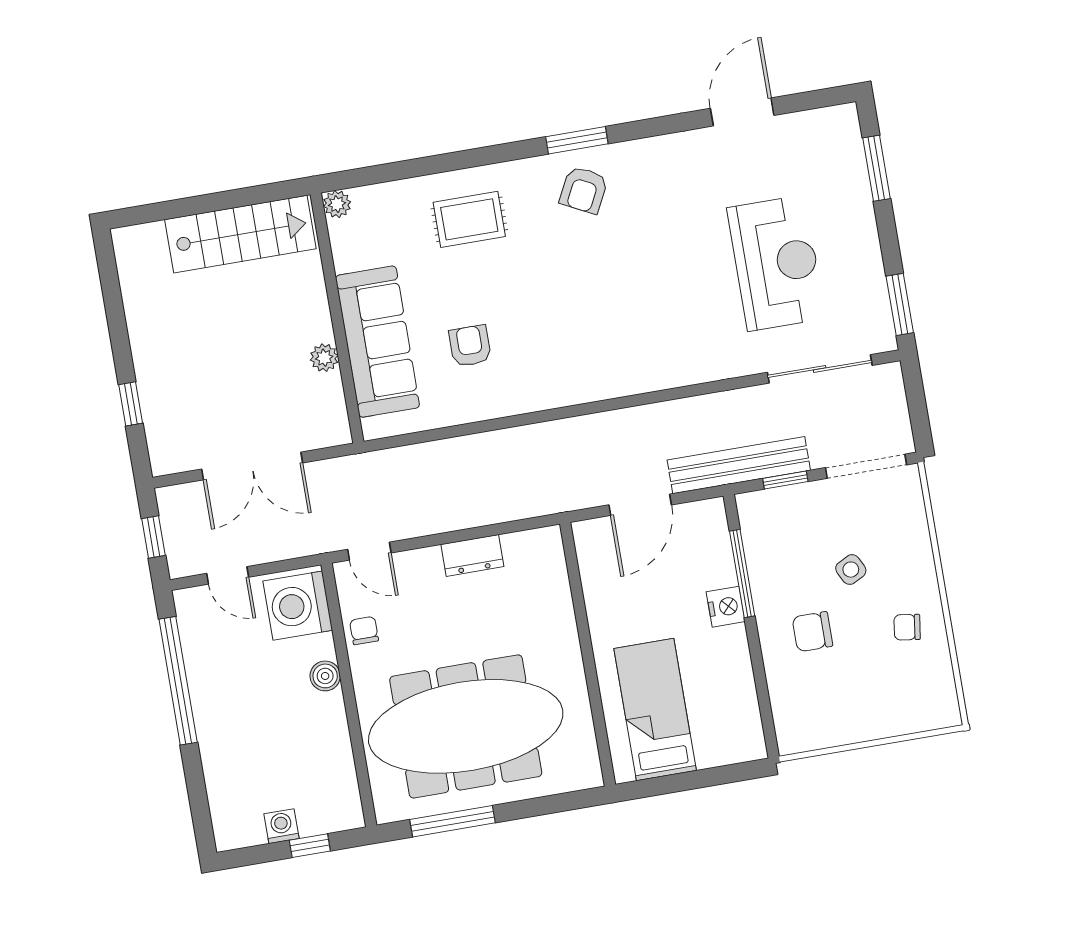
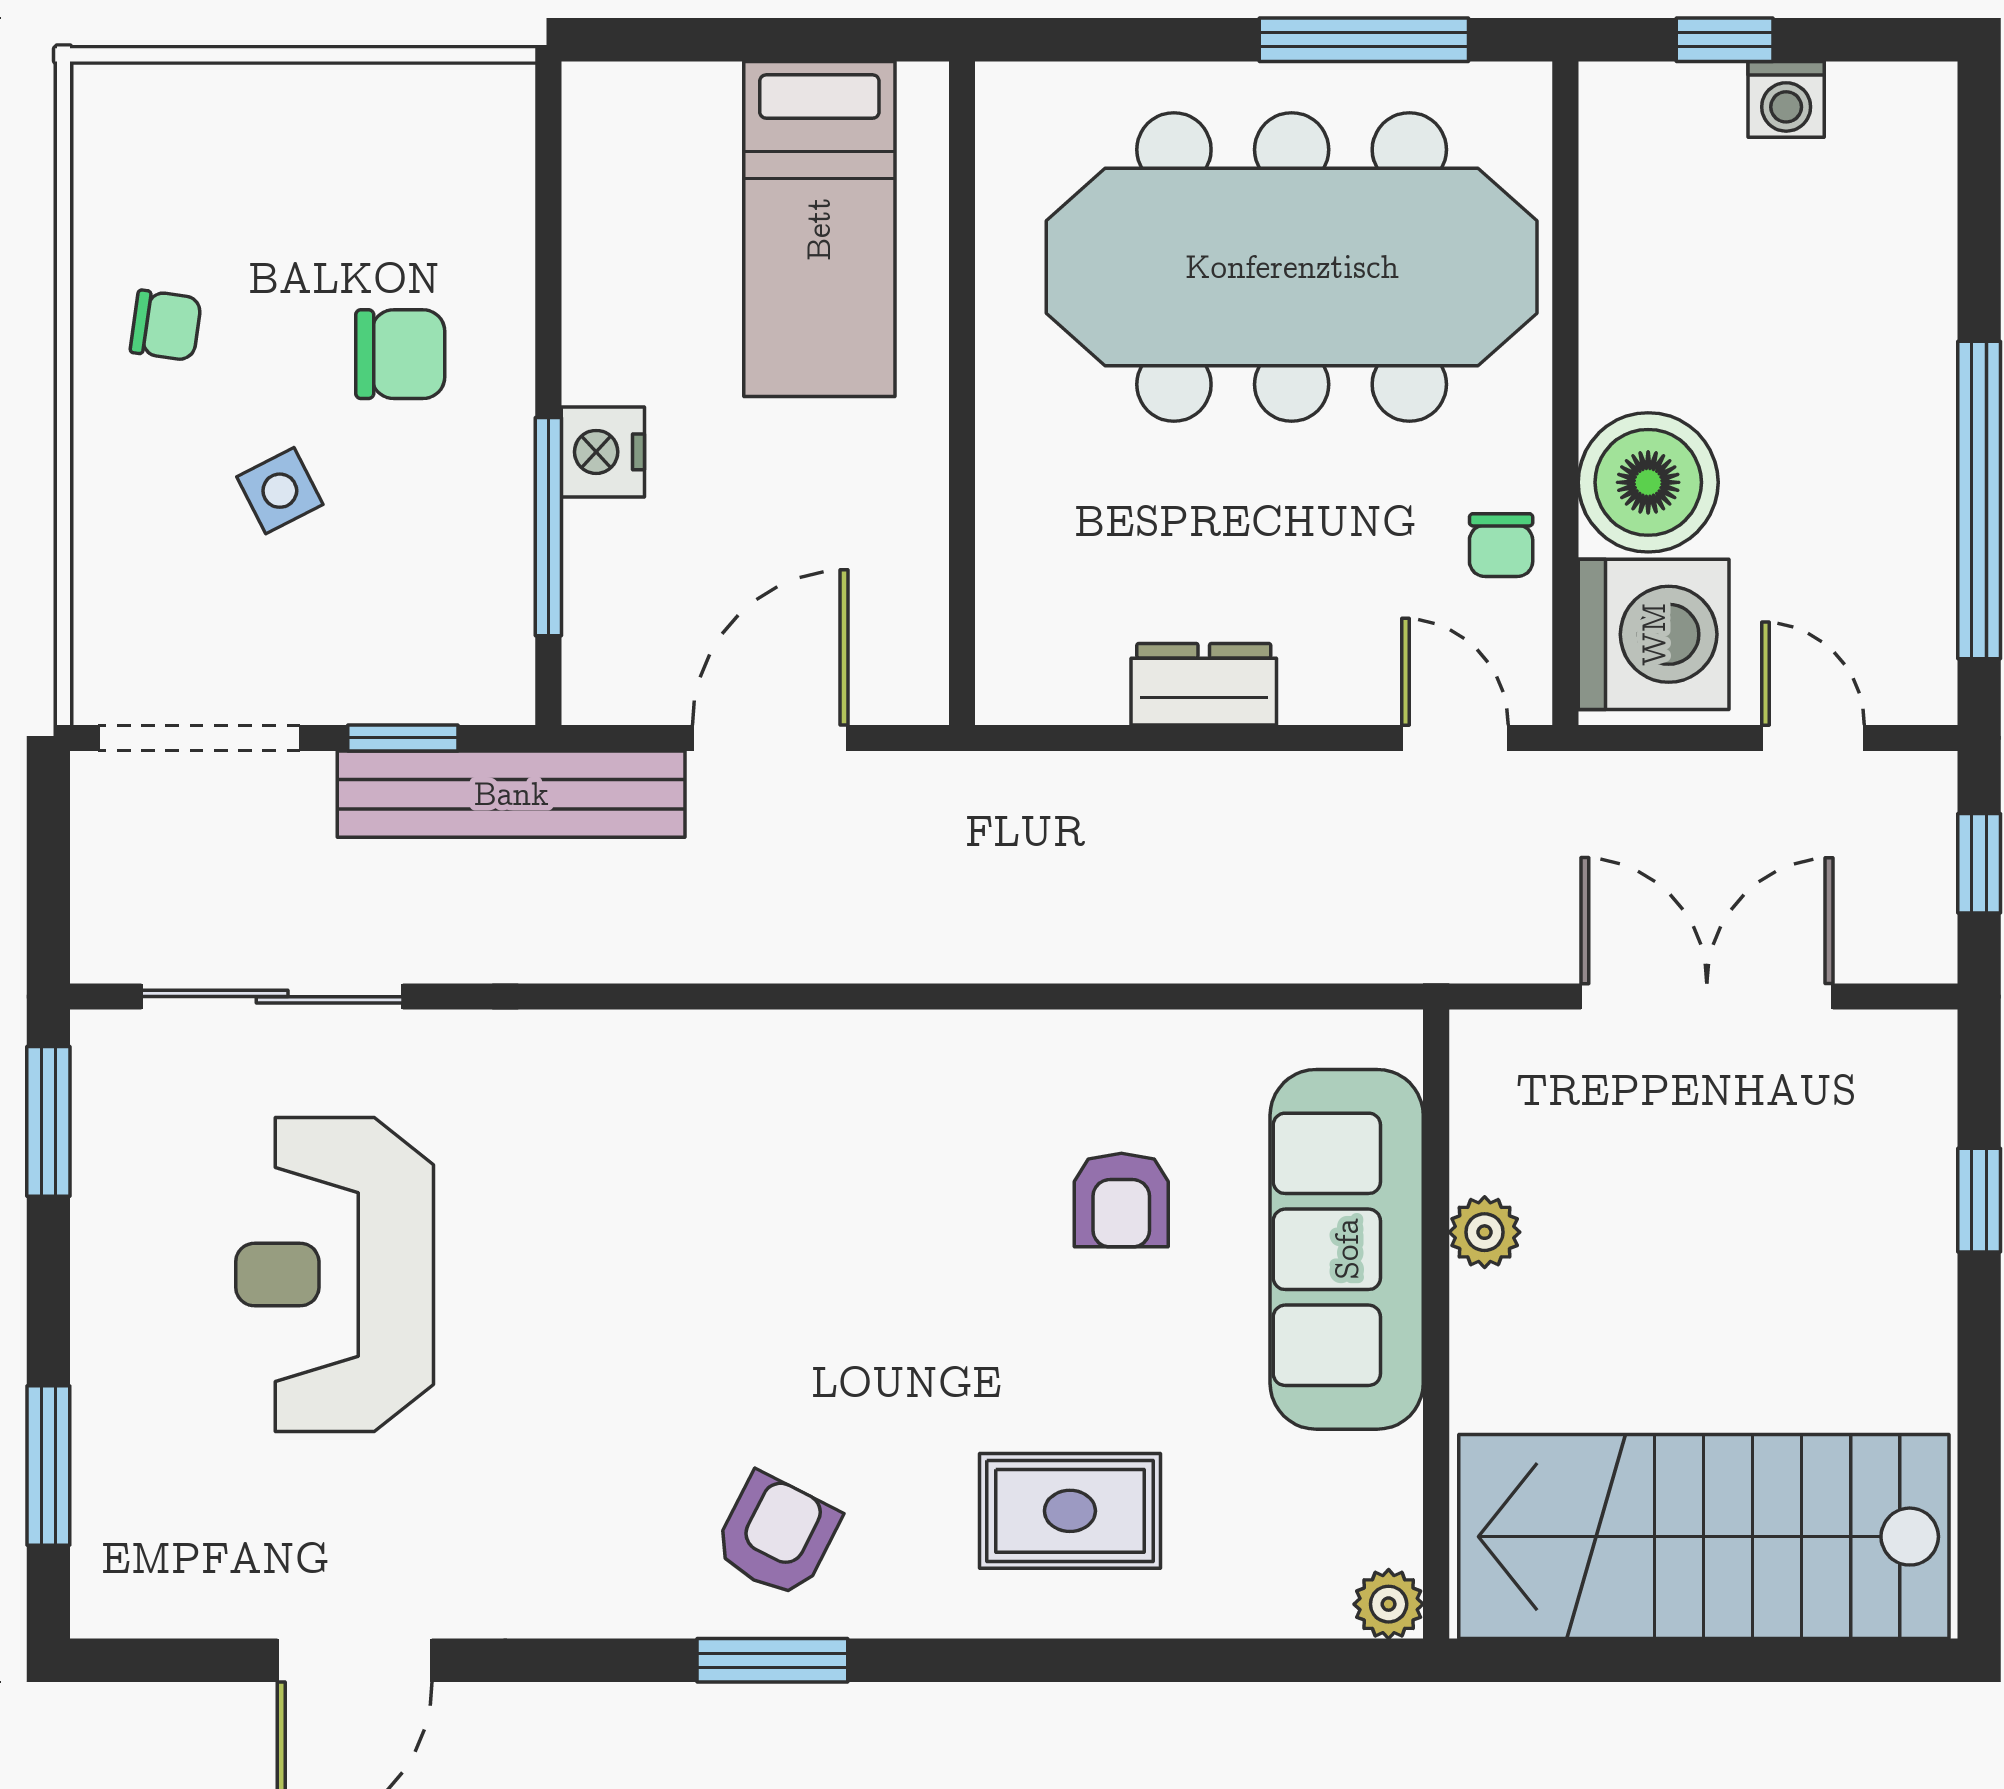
stairs: (240, 234) -> (1704, 1537), width x1.36, depth x1.51
boiler: (325, 676) -> (1648, 482), width x1.86, depth x1.86

